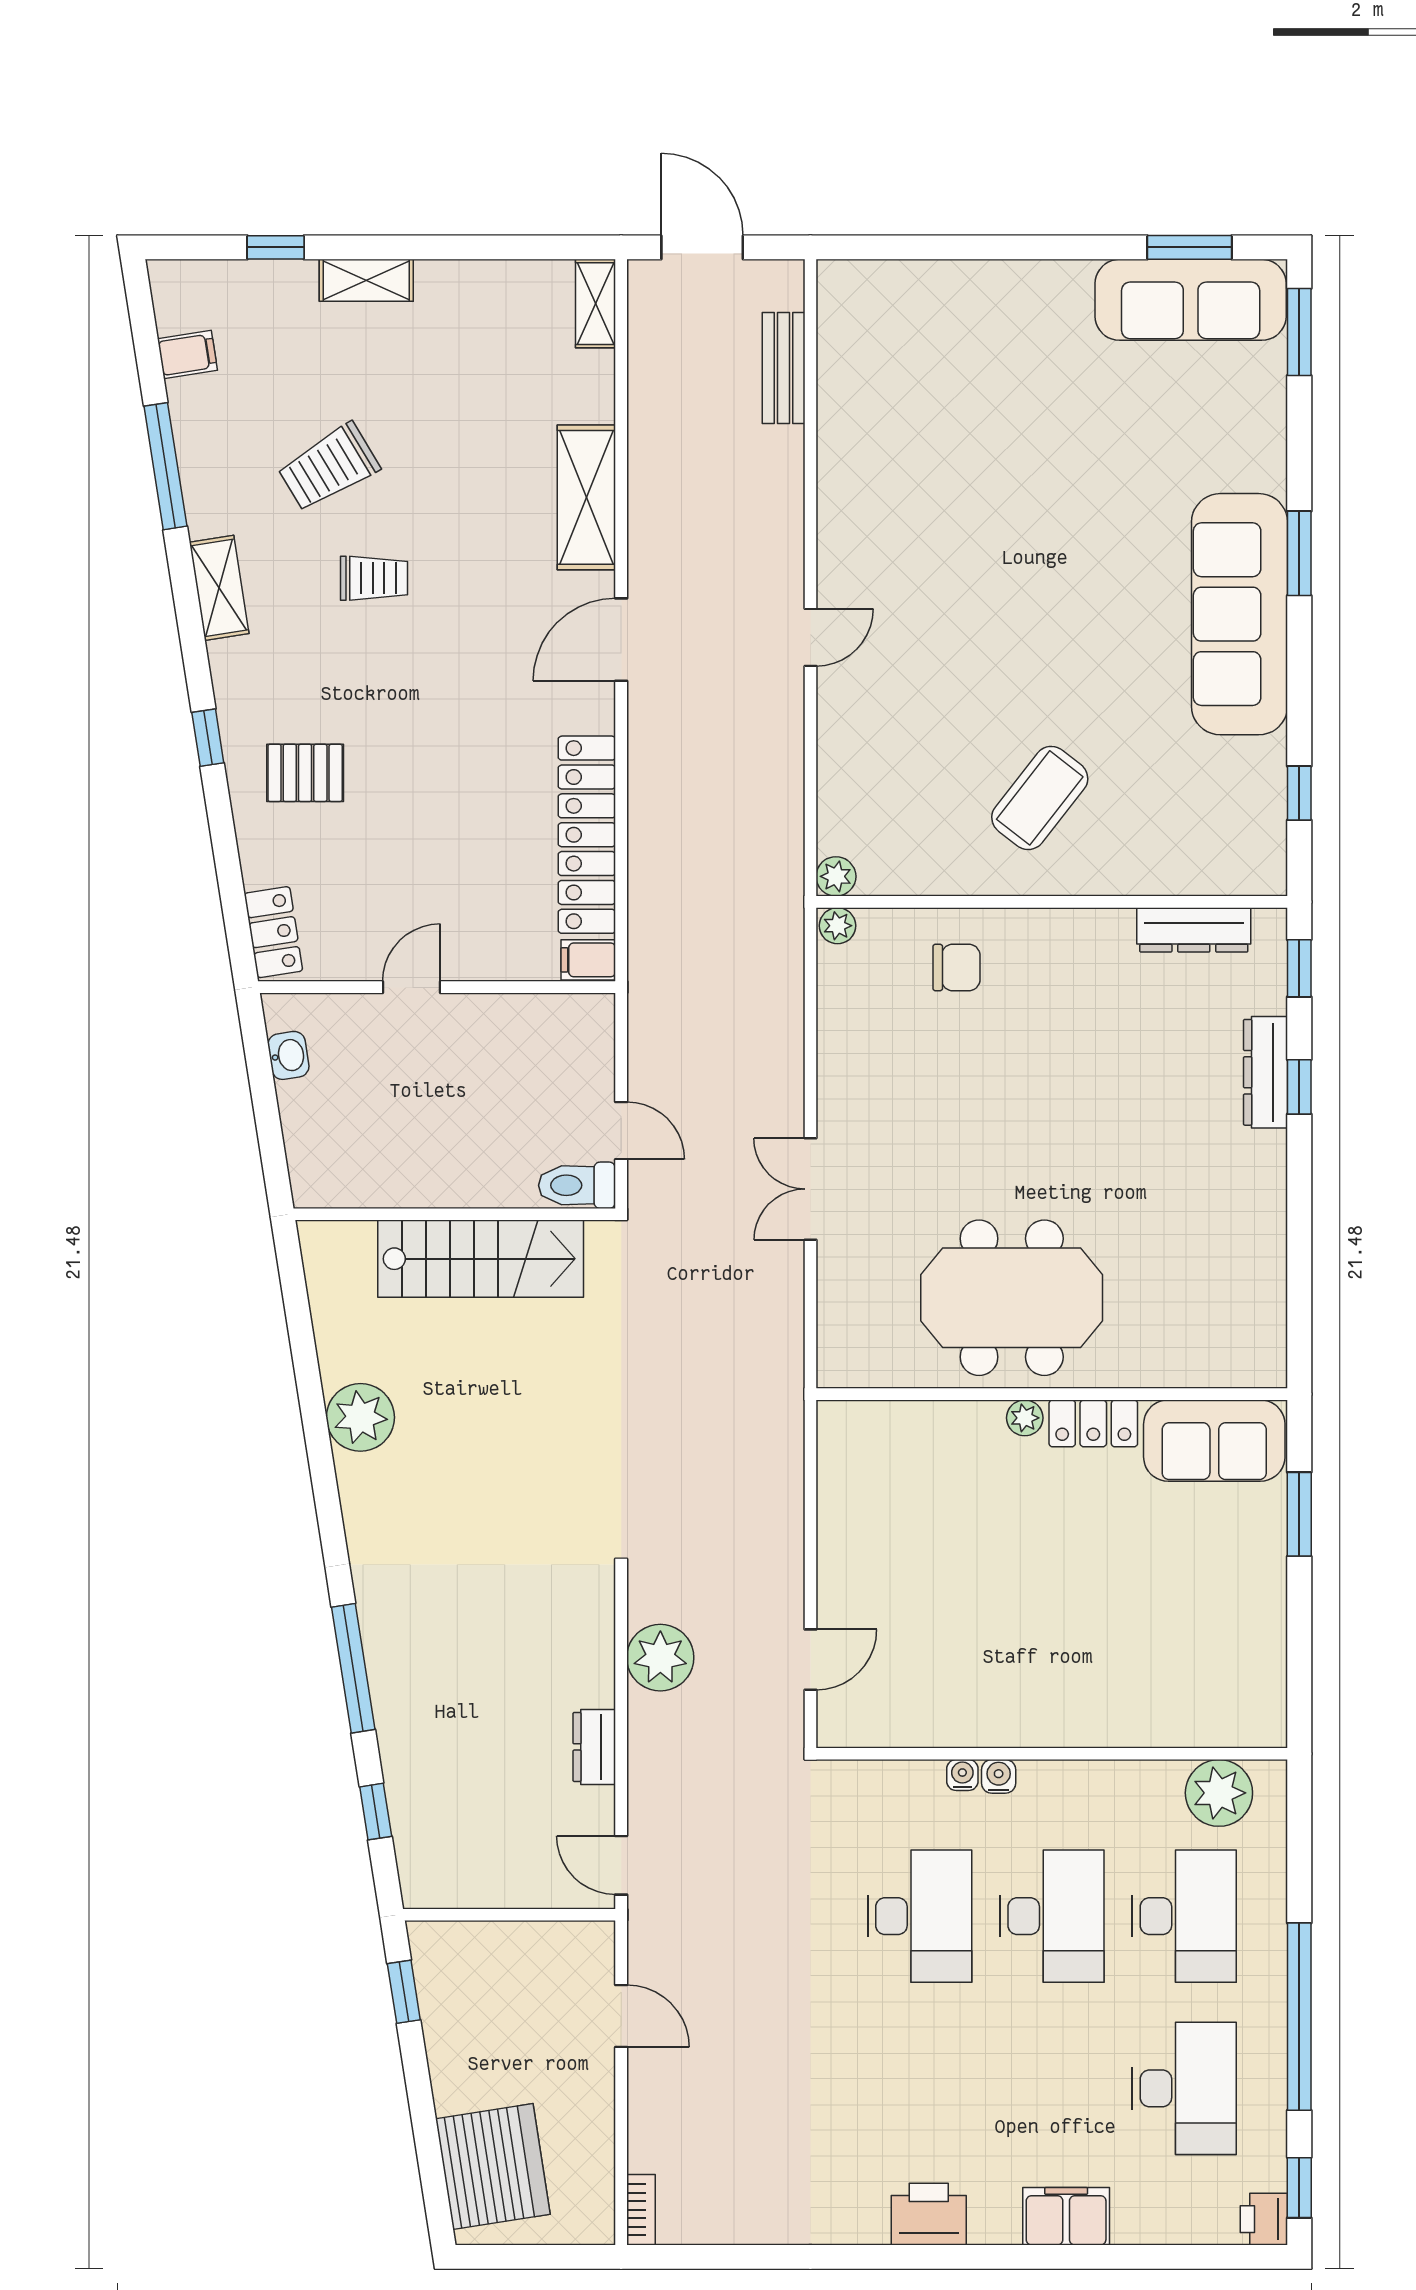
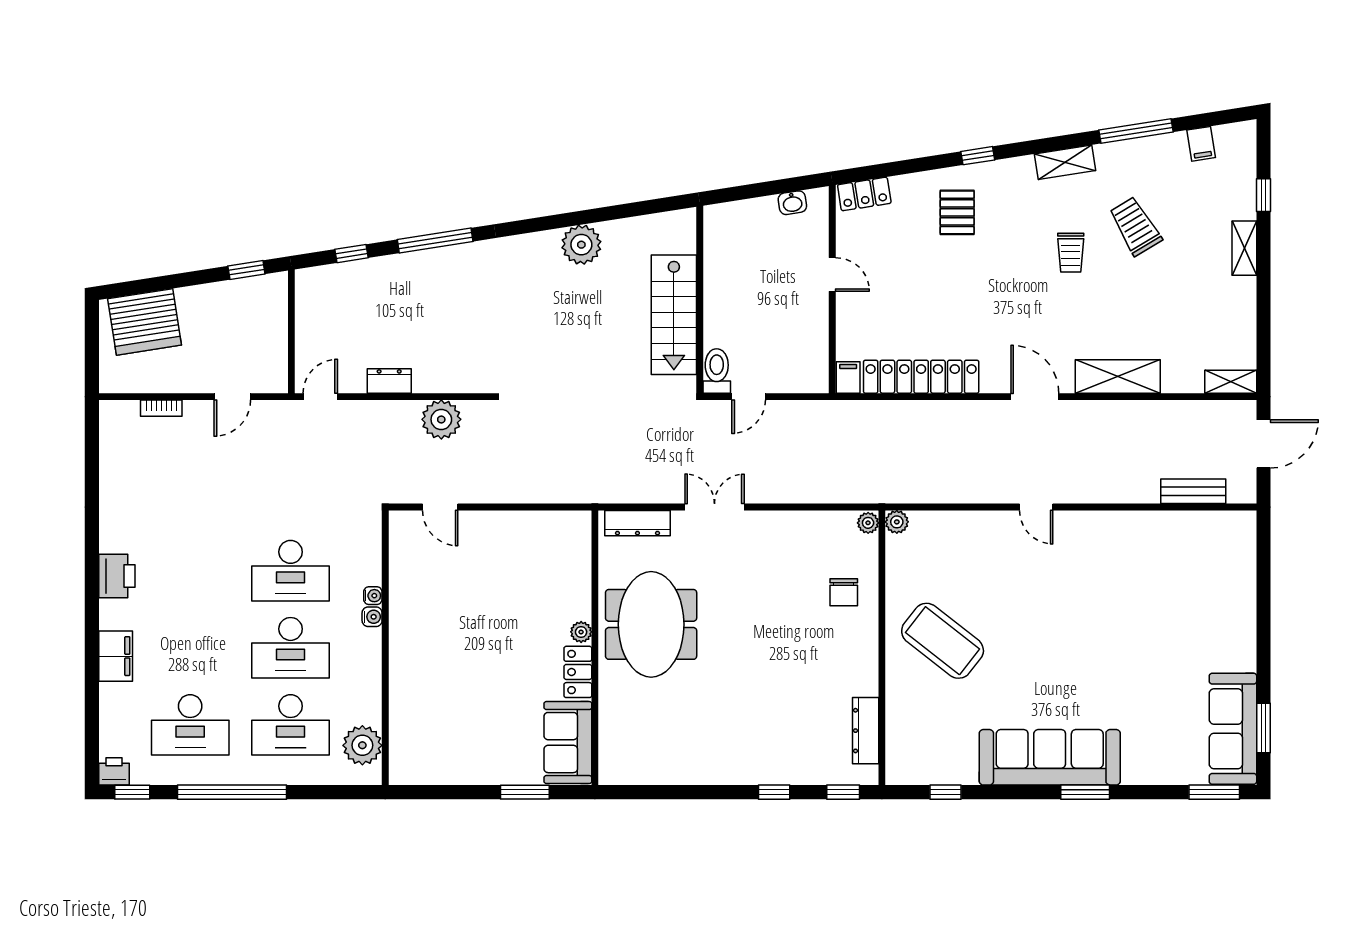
coffee table: (1040, 798) -> (943, 641), width x1.36, depth x1.32
dresser: (1266, 1072) -> (637, 523), moved, turned 180
bookcase: (641, 2210) -> (161, 408), moved

